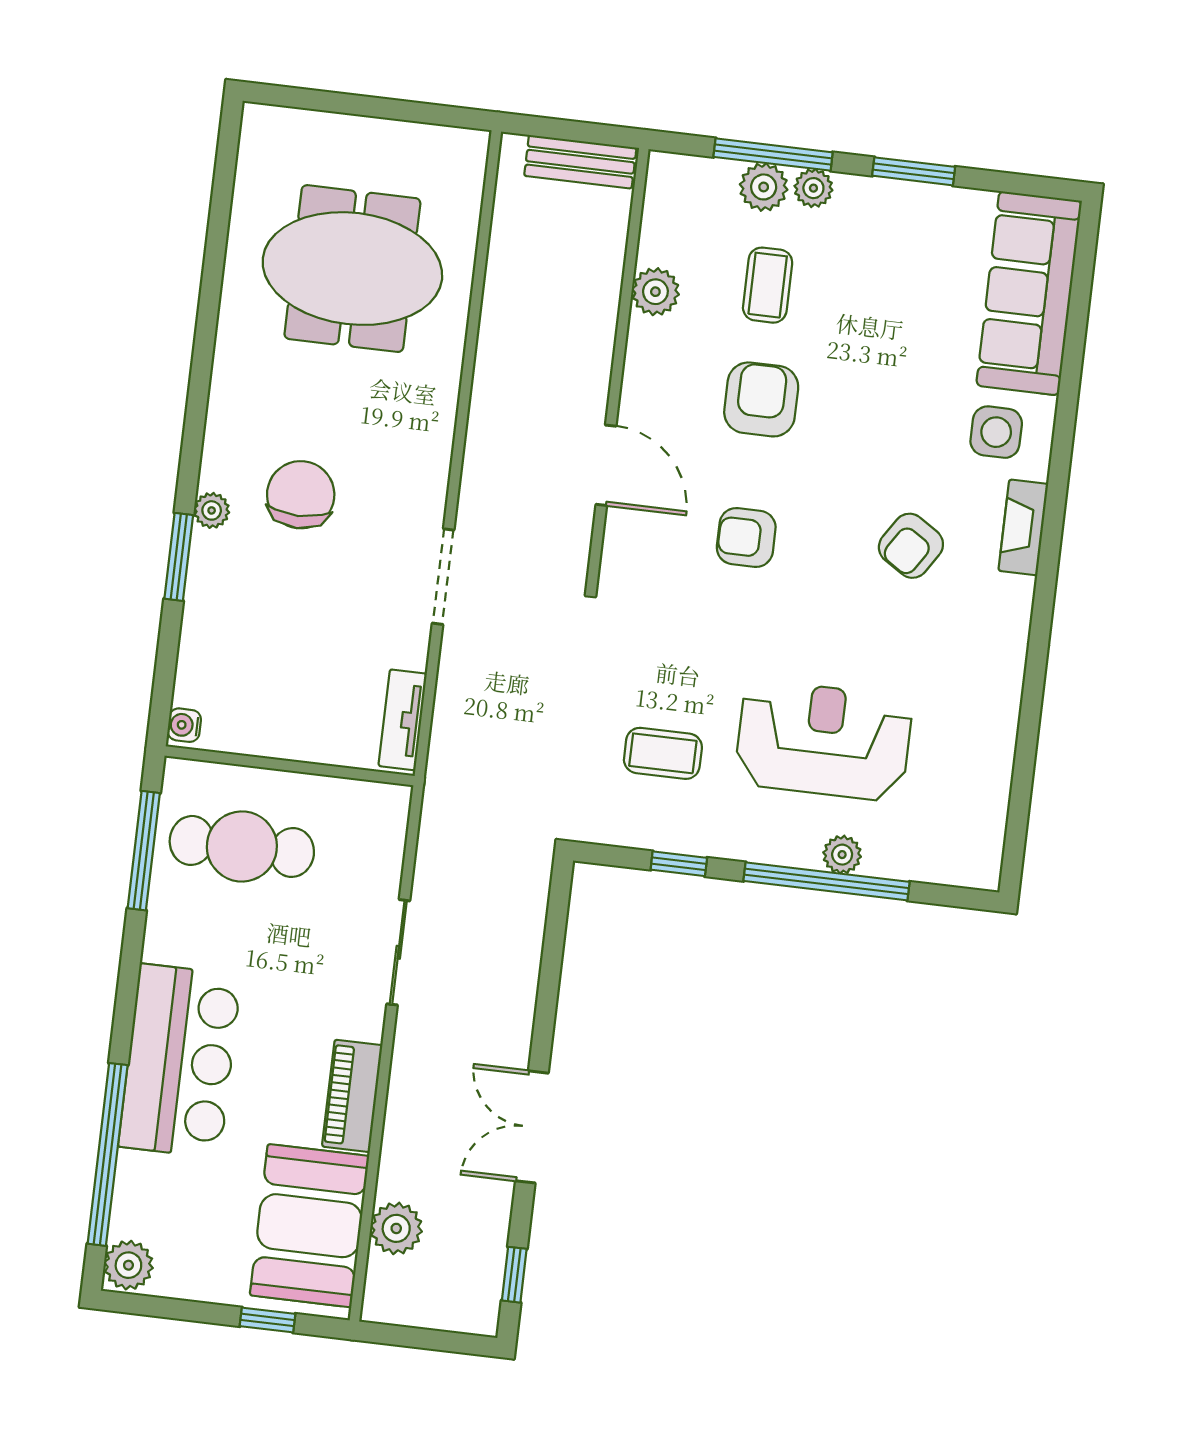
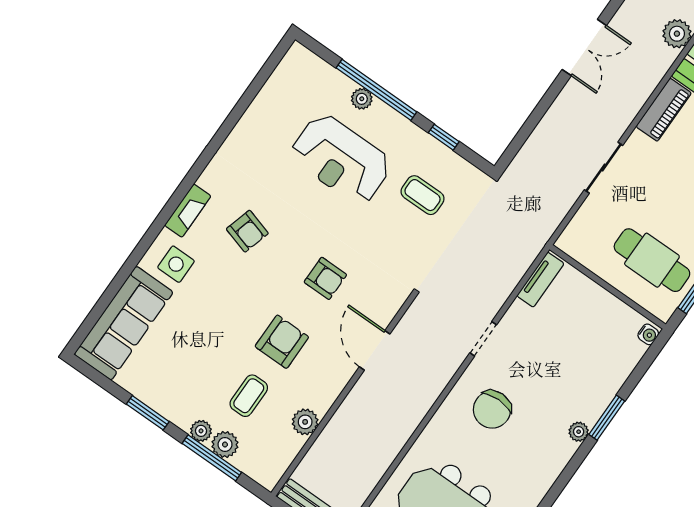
armchair: (761, 399) -> (282, 342), turned 180
chair: (301, 495) -> (492, 409), moved
armchair: (911, 546) -> (247, 231), turned 73
doorway: (443, 577) -> (483, 339), width x0.73

